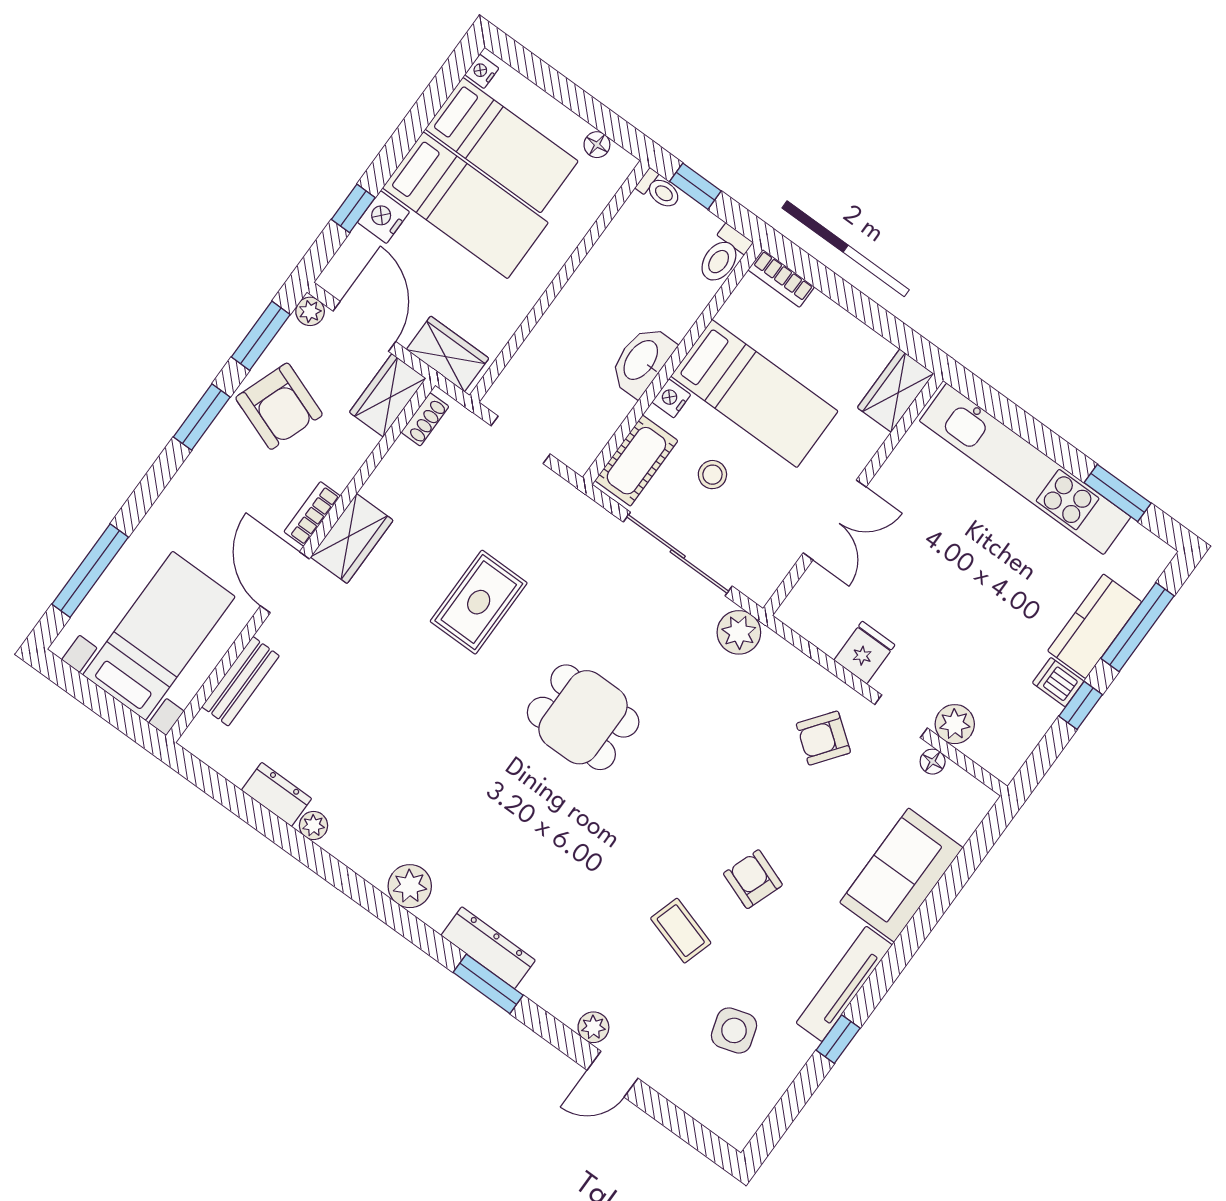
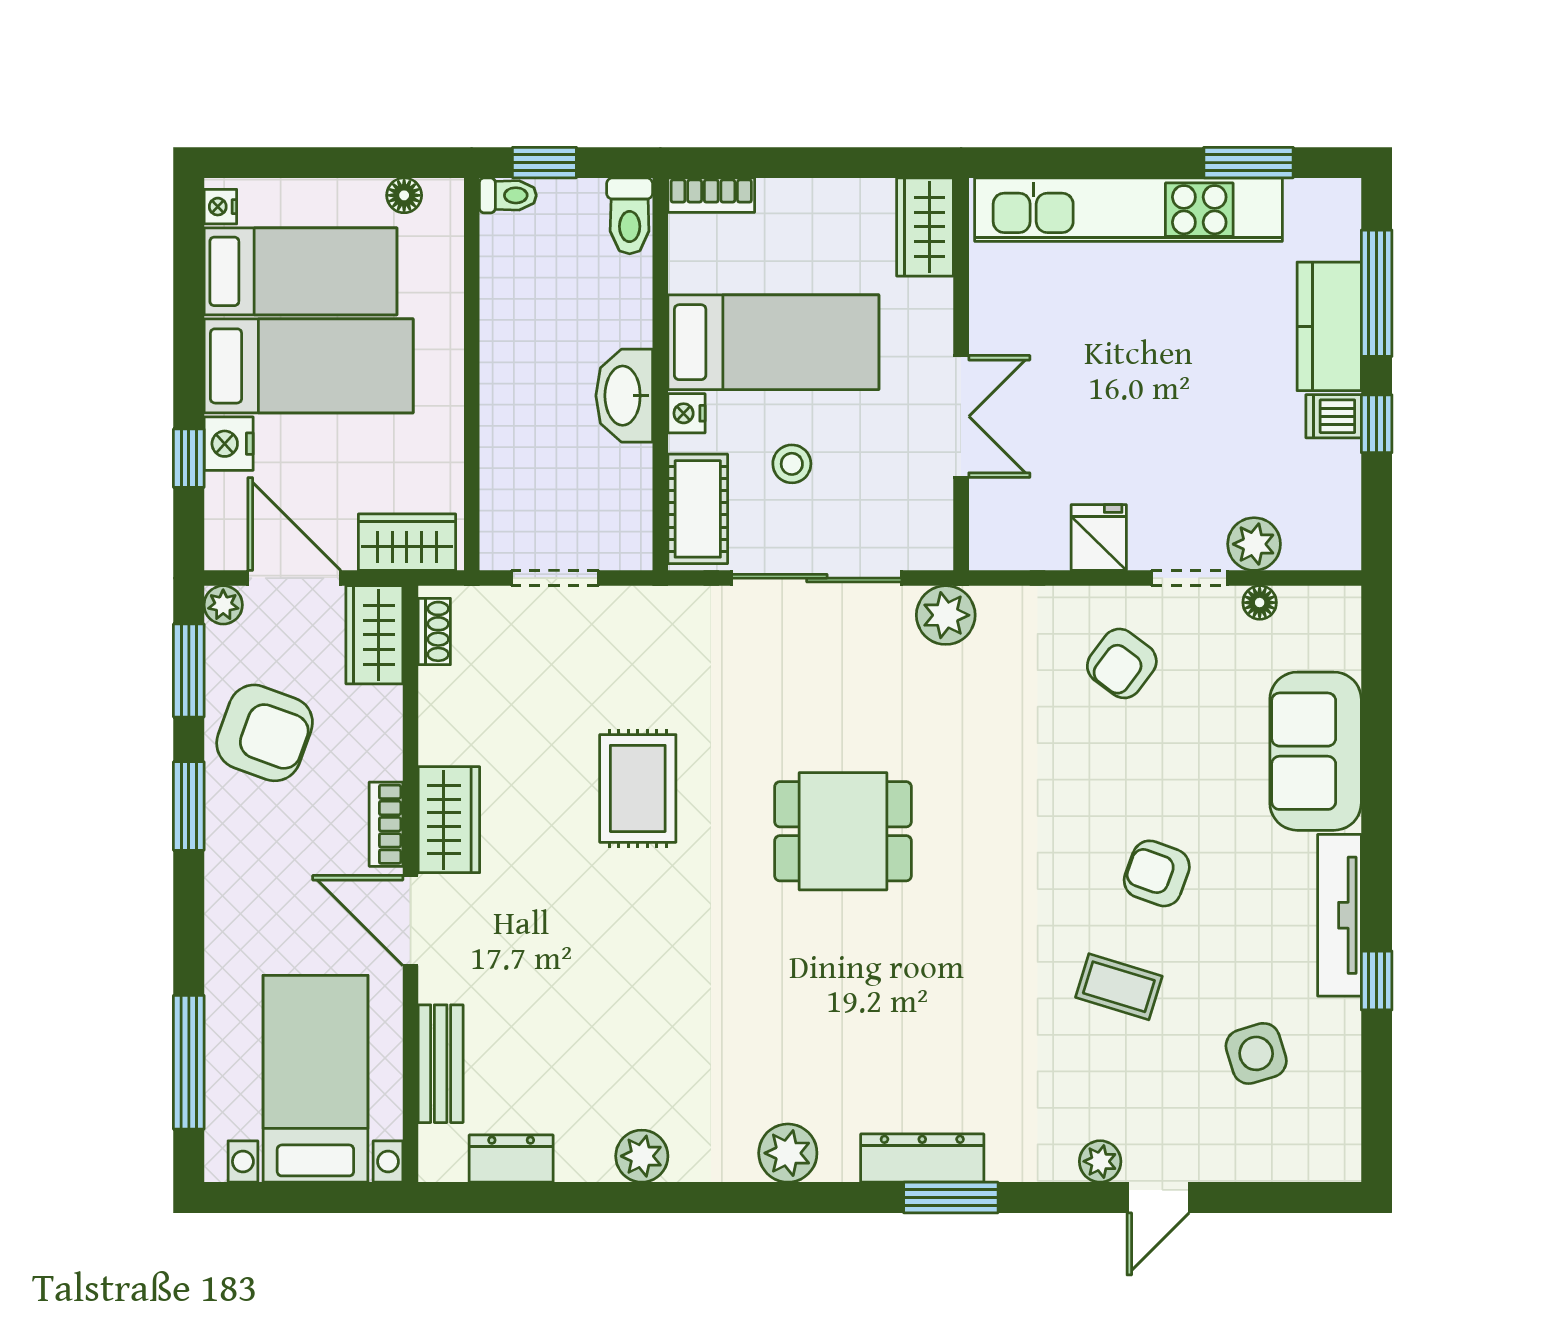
dresser: (277, 794) -> (511, 1159), moved
plant: (314, 826) -> (642, 1156), width x1.38, depth x1.38

